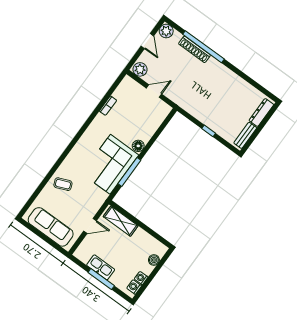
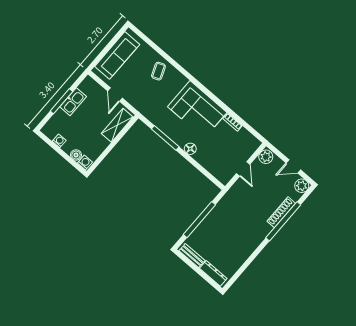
window: (209, 131) -> (199, 220), width x3.17
corner sofa: (110, 164) -> (197, 110), moved, turned 180
washing machine: (134, 287) -> (85, 163), moved

